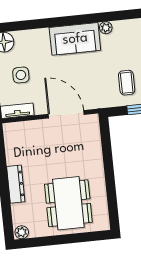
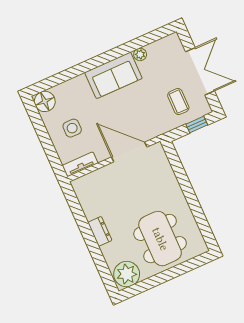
dresser: (16, 184) -> (100, 231), width x0.70
plant: (22, 232) -> (127, 274), width x1.87, depth x1.87

